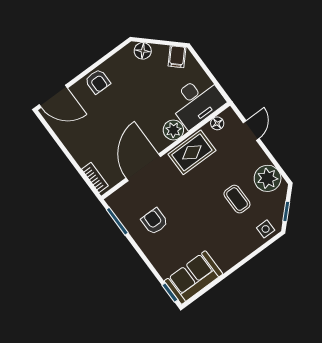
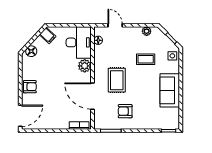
rug: (192, 152) -> (117, 80), moved
plant: (268, 178) -> (147, 31), width x0.53, depth x0.53
sofa: (193, 277) -> (170, 90), moved

